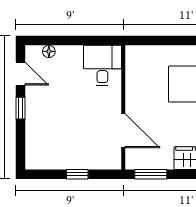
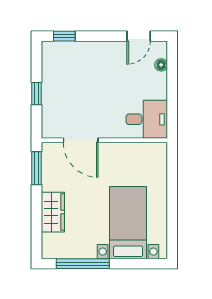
window: (21, 108) -> (64, 36), moved
door: (123, 131) -> (81, 140), hinge flipped

